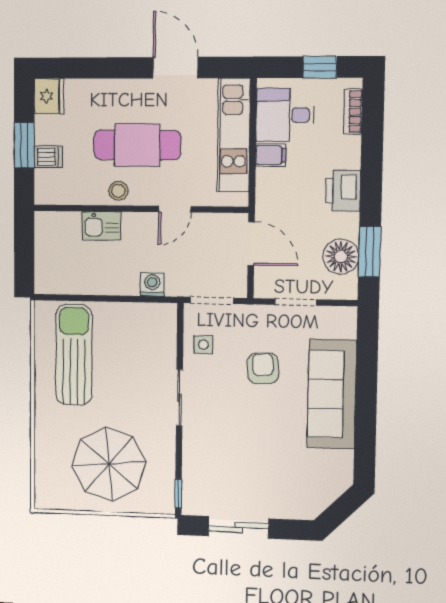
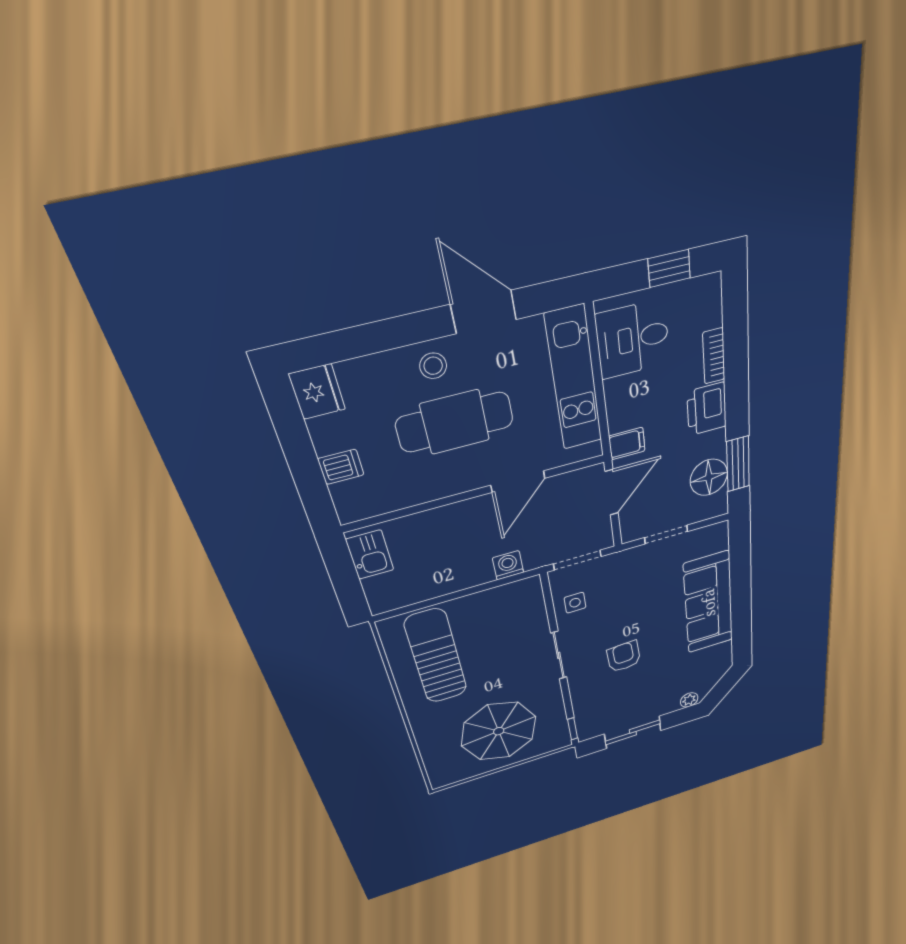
bookcase: (353, 112) -> (714, 356), moved
window: (24, 145) -> (303, 462), removed
filing cabinet: (271, 155) -> (627, 444), moved
stool: (118, 191) -> (433, 366), moved
door: (175, 209) -> (518, 482), width x1.38
kitchen sink: (101, 226) -> (370, 555), moved, turned -90
door: (251, 244) -> (612, 492), hinge flipped
armchair: (263, 368) -> (624, 657), moved
plant: (303, 510) -> (689, 700), added

